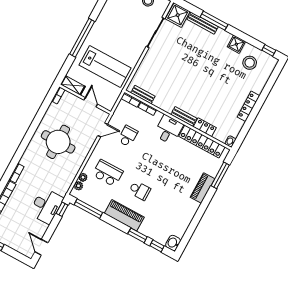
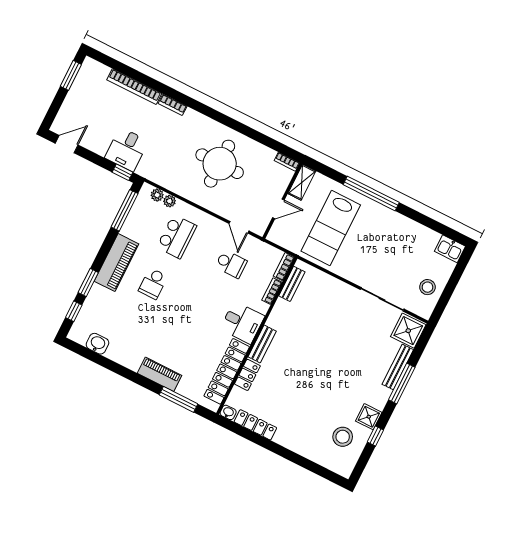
window: (269, 50) -> (375, 436), moved
locker: (248, 106) -> (255, 425), moved
desk: (46, 206) -> (127, 149), width x0.73
washbasin: (173, 243) -> (97, 344), moved

